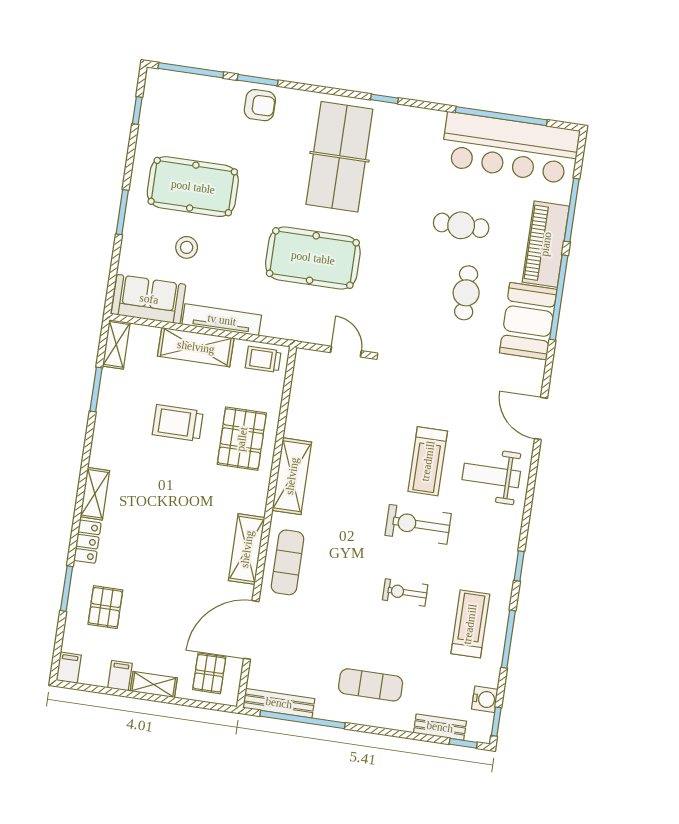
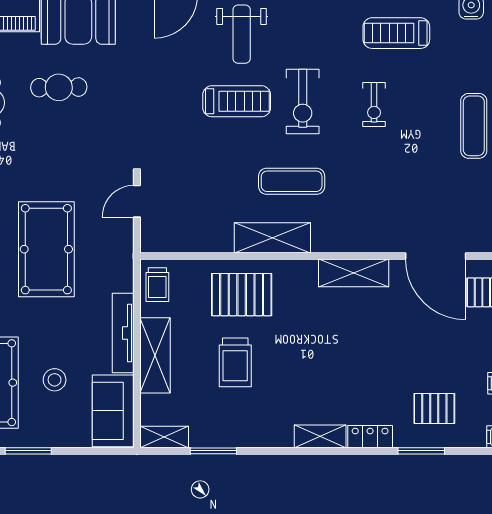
exercise mat: (288, 562) -> (292, 181), moved

